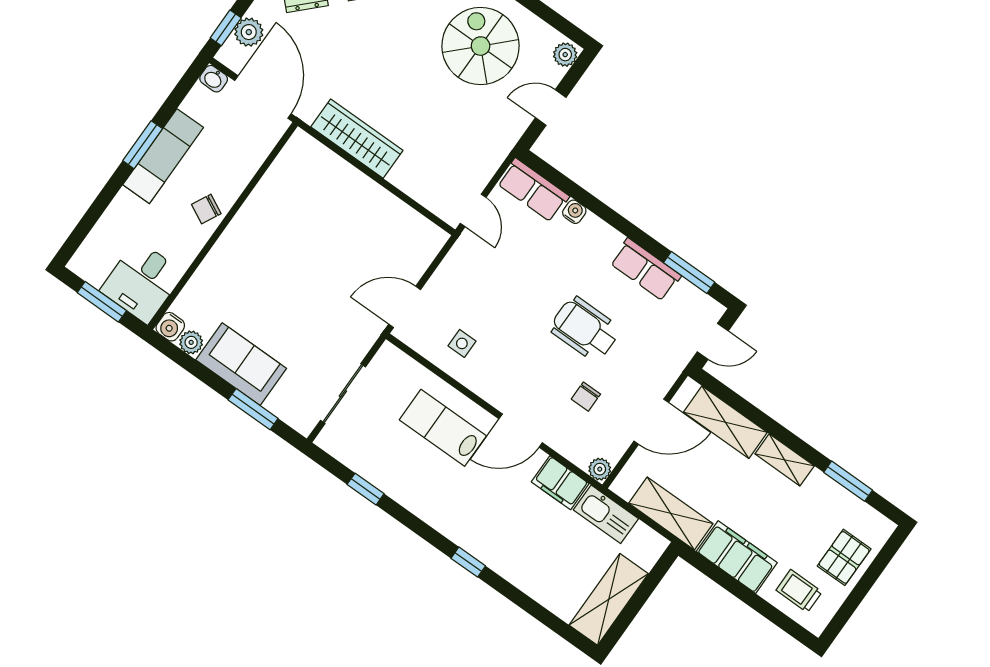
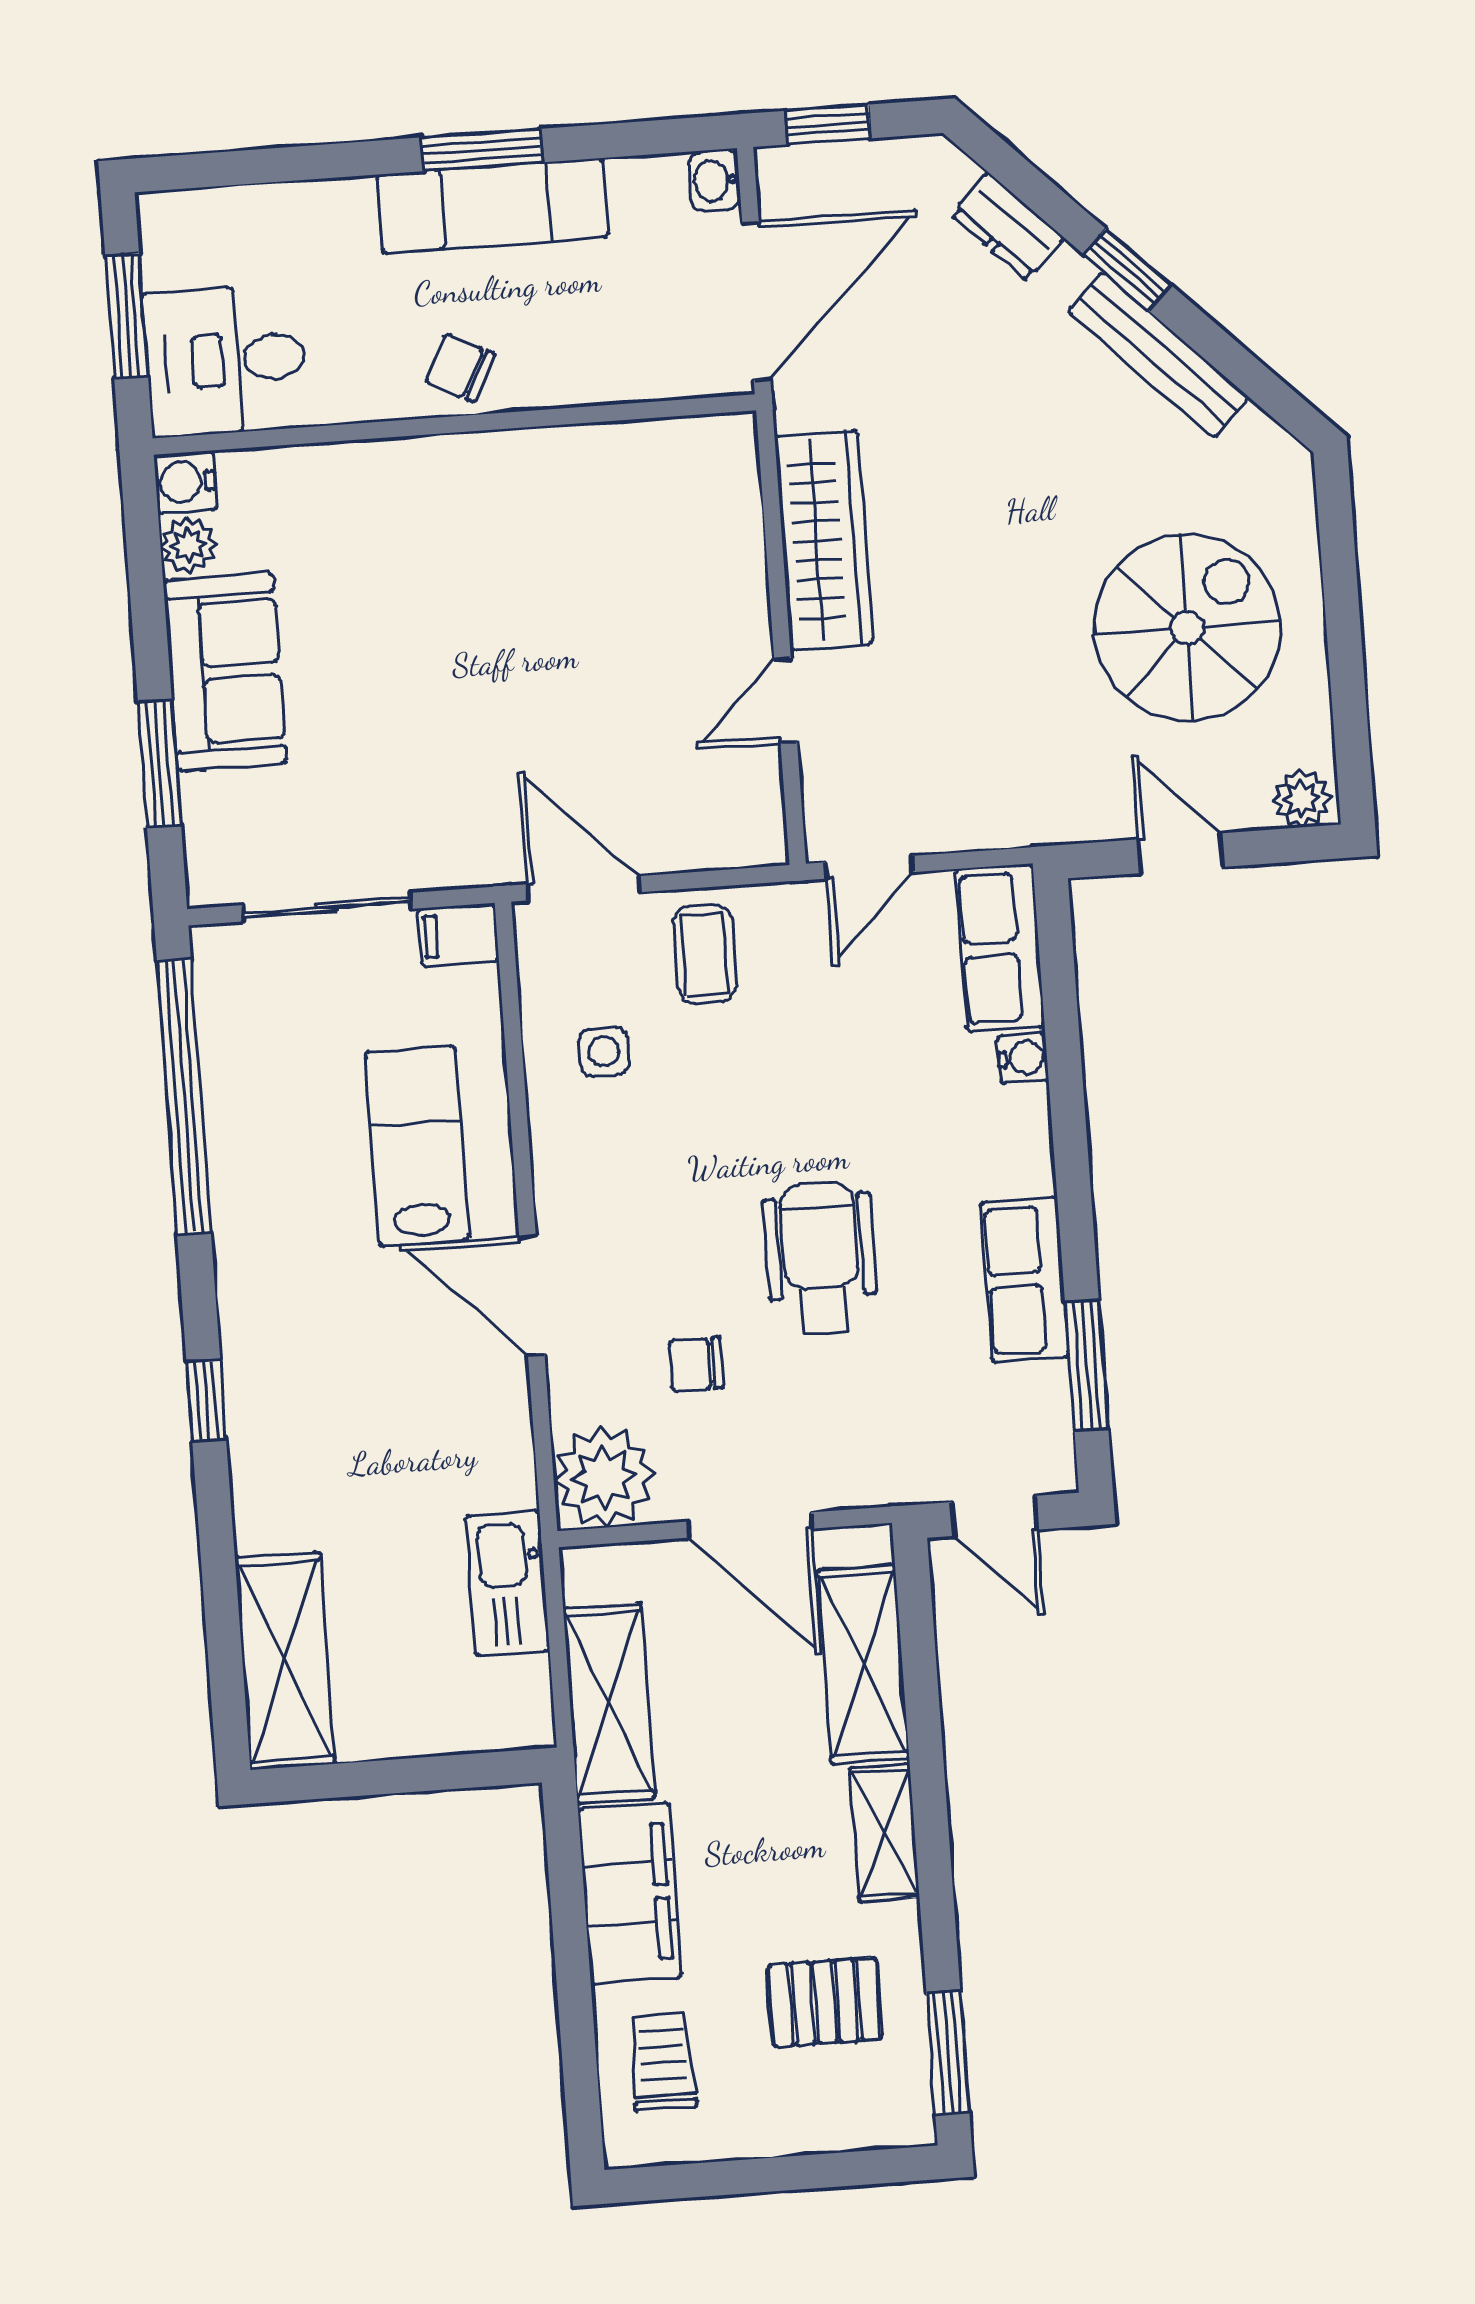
plant: (249, 32) -> (856, 174), removed
door: (398, 193) -> (786, 700), added
coffee table: (457, 286) -> (705, 954), added
plant: (600, 469) -> (604, 1477), width x1.88, depth x1.88
window: (848, 481) -> (948, 2052), moved
filing cabinet: (560, 483) -> (458, 935), moved, width x0.50
window: (366, 489) -> (184, 1096), width x3.17
pallet: (844, 557) -> (825, 2002), moved
shelving: (609, 599) -> (285, 1661), moved, turned 90

